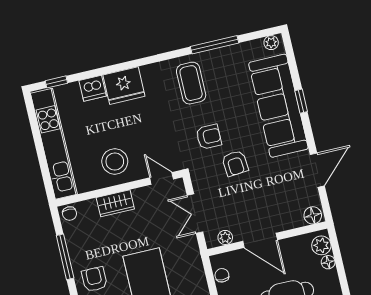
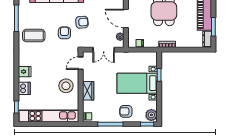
fridge: (124, 86) -> (25, 72), width x0.53, depth x0.75
door: (260, 240) -> (126, 19), swing flipped

